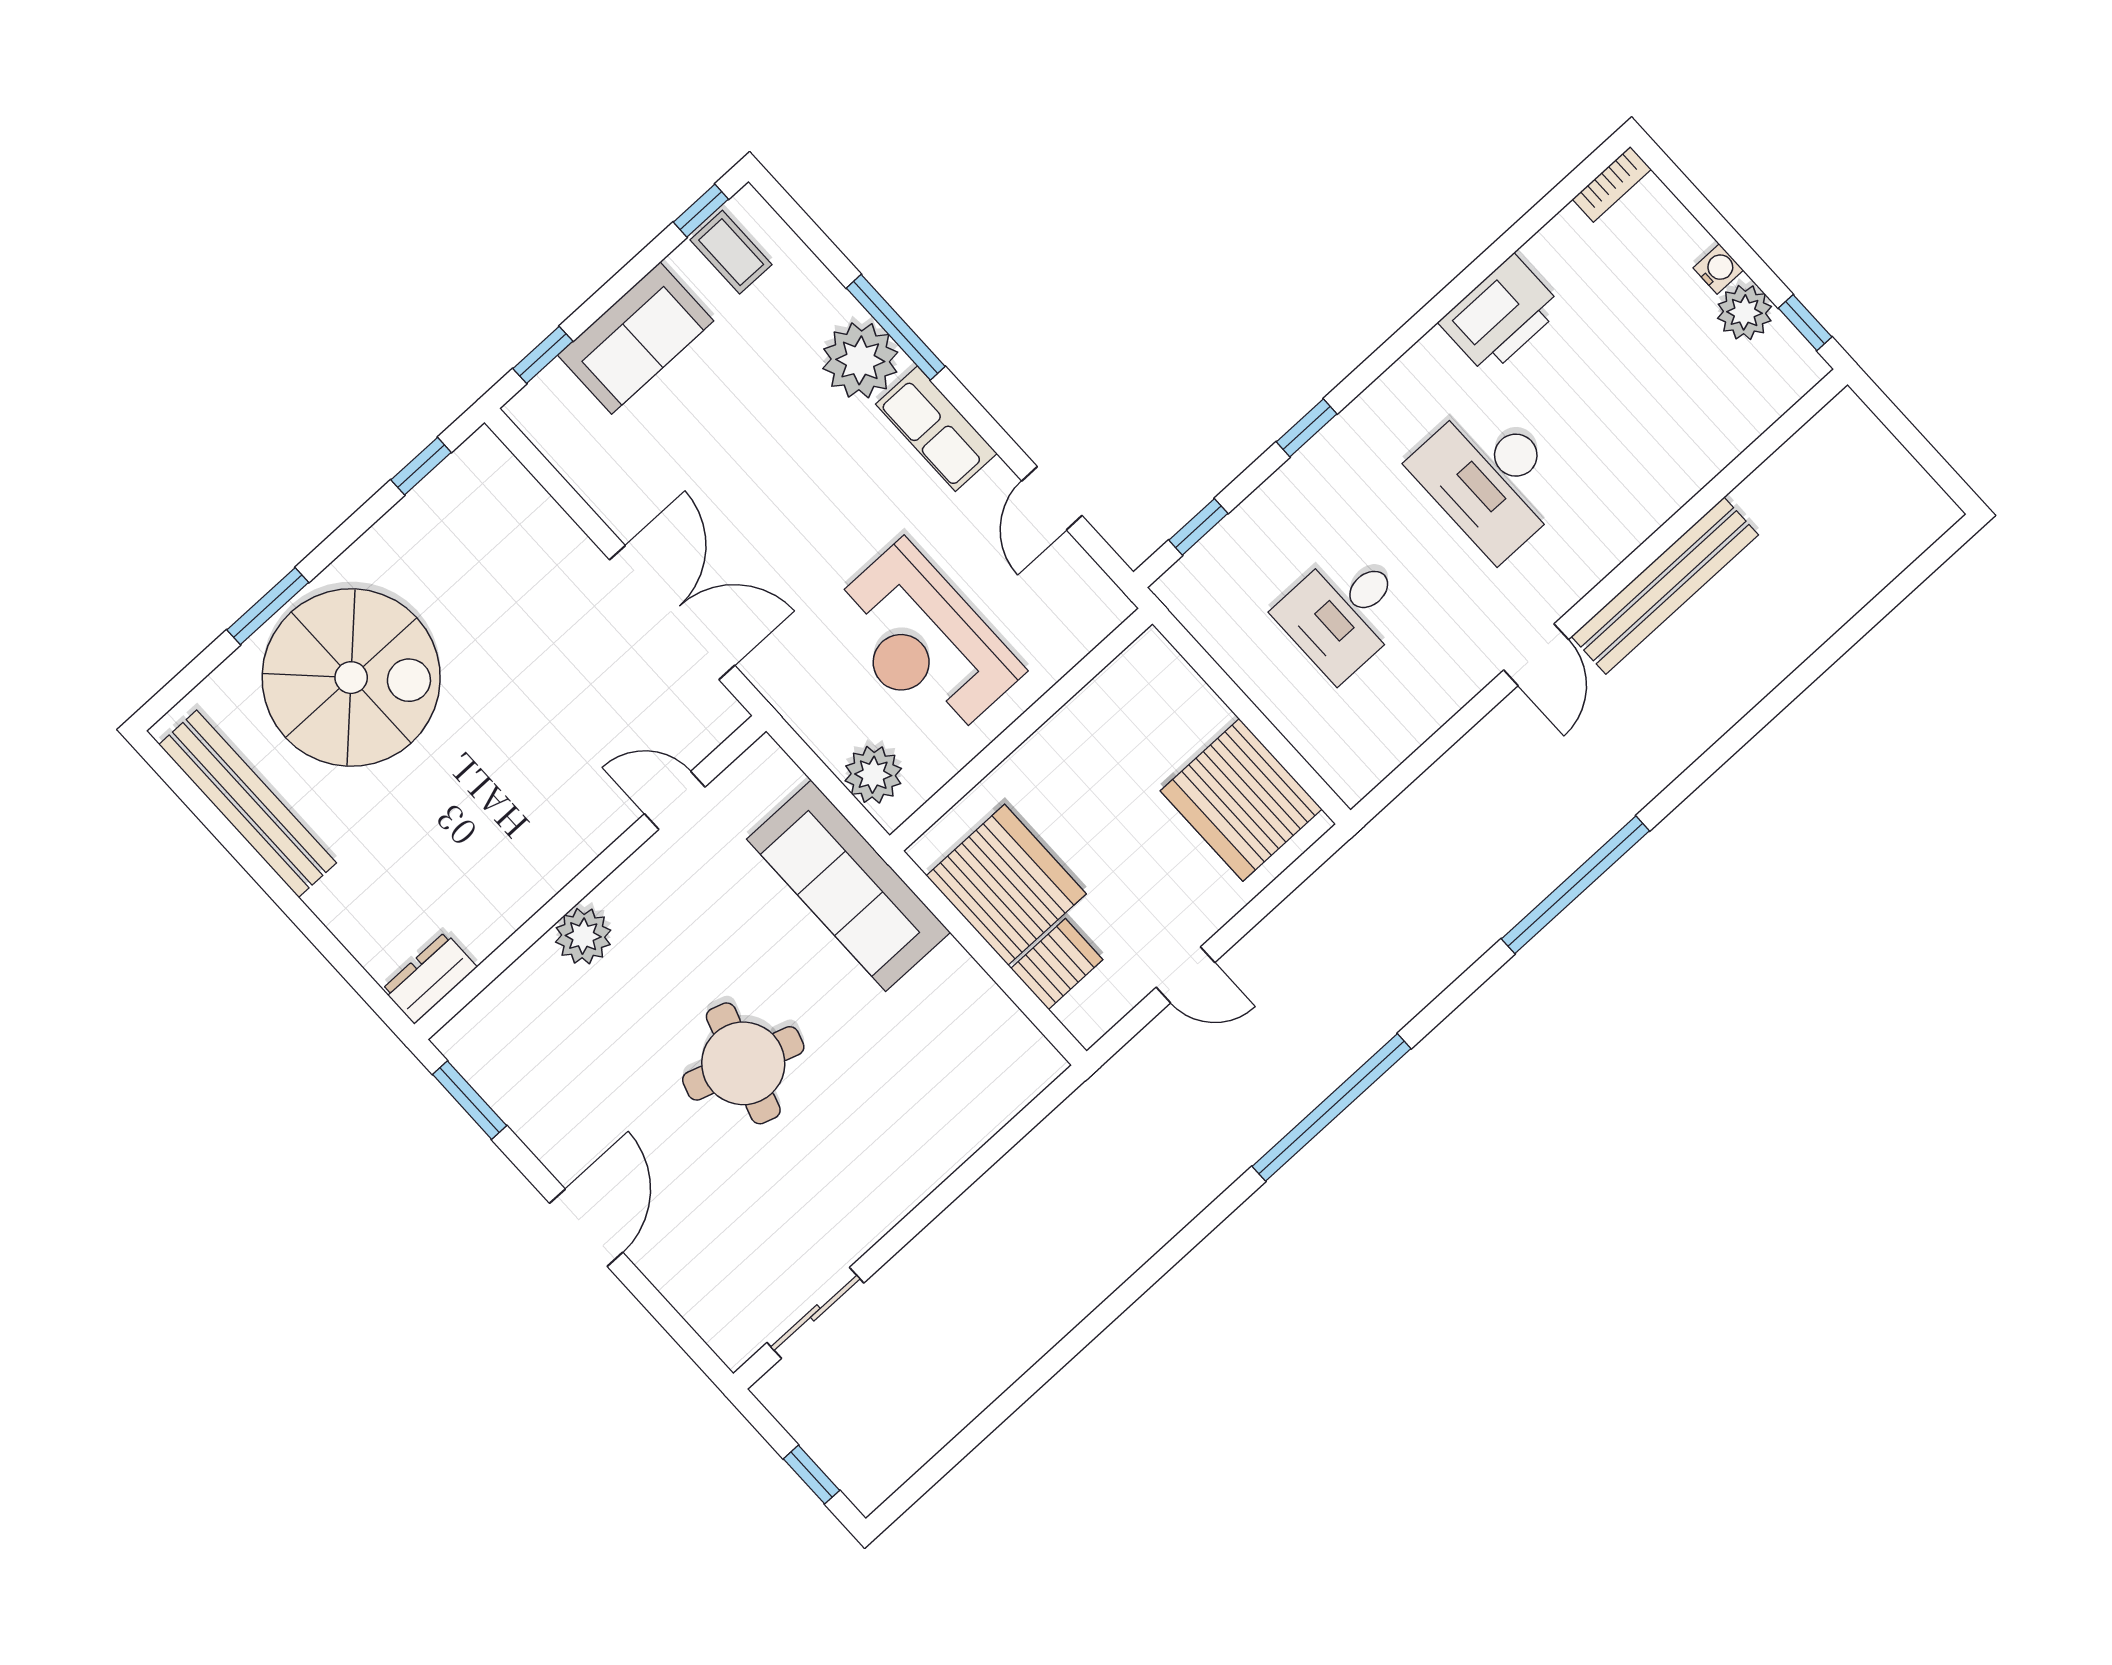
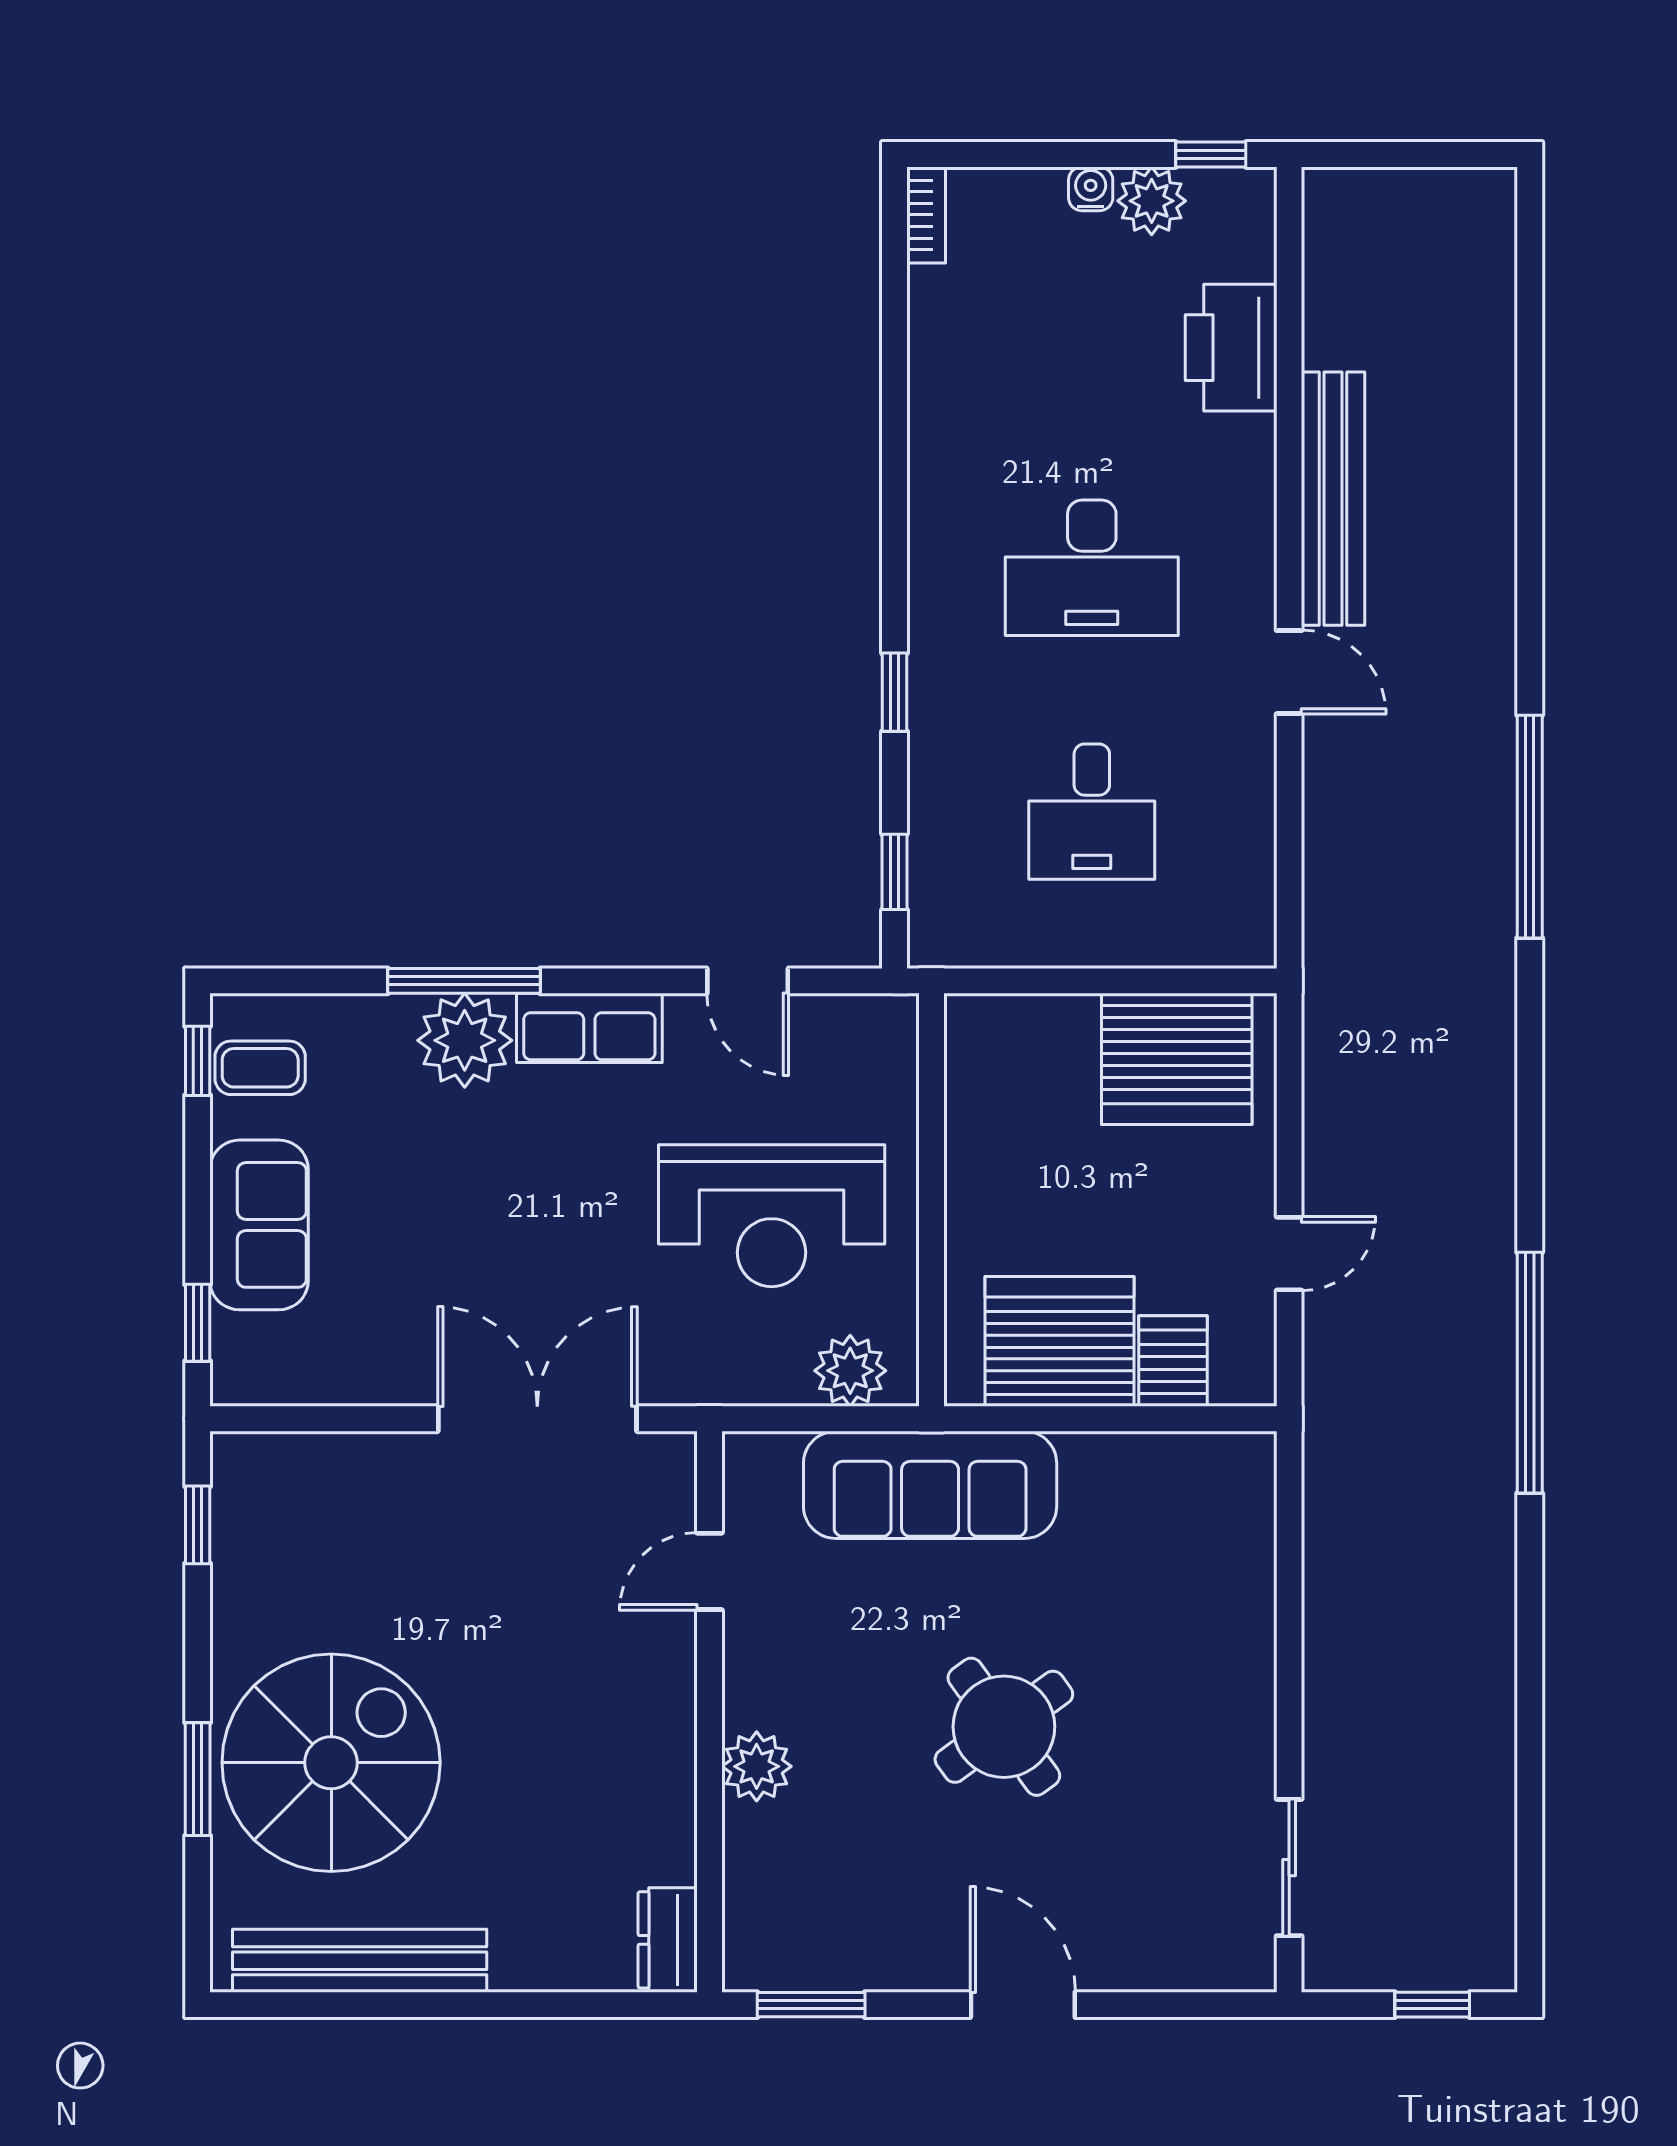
printer: (1501, 315) -> (1231, 348), moved, turned 180
round table: (743, 1063) -> (1004, 1727), turned 36
window: (1332, 1107) -> (1530, 1373), moved

